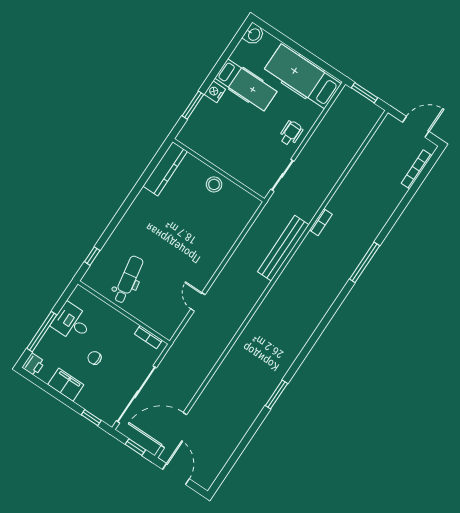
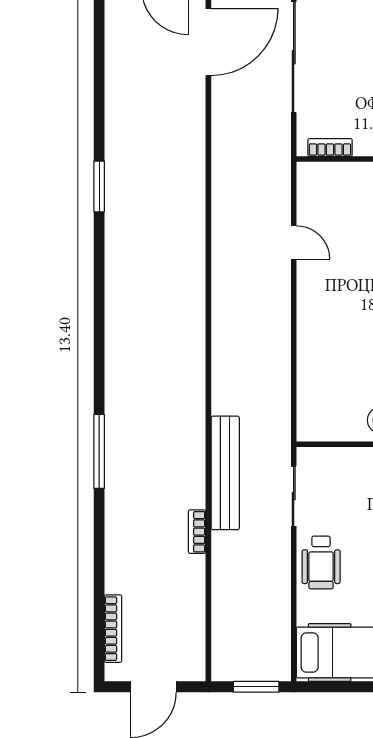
wheelchair: (291, 133) -> (321, 562), width x1.36, depth x1.37
bookcase: (321, 222) -> (197, 532), moved
bench: (283, 248) -> (225, 473), moved

